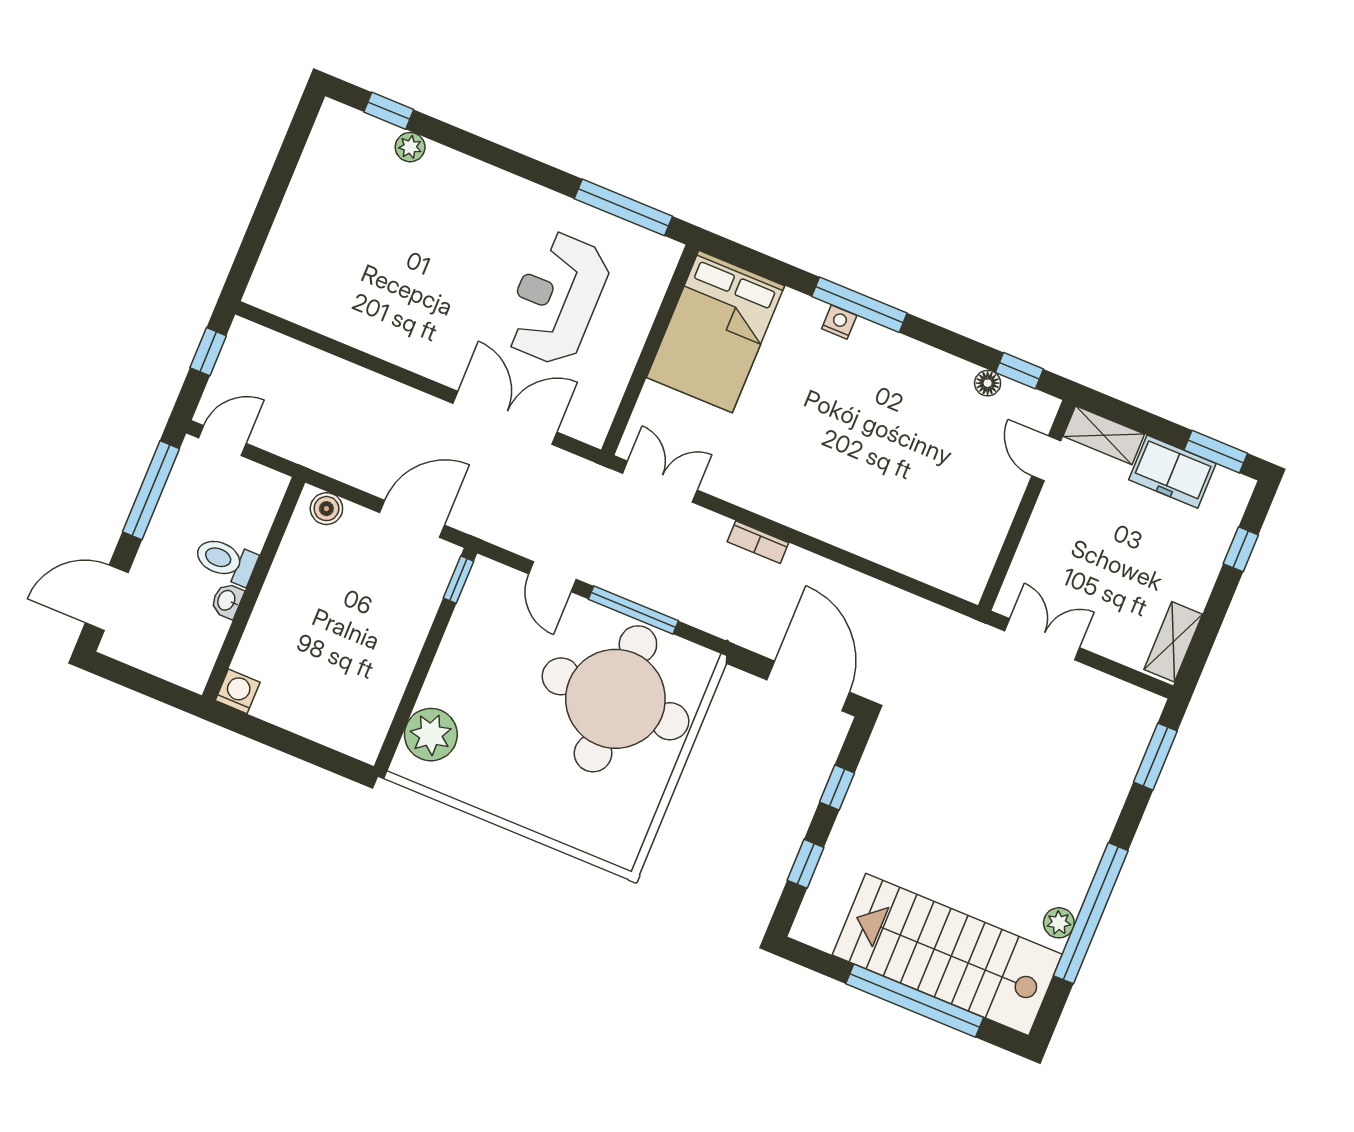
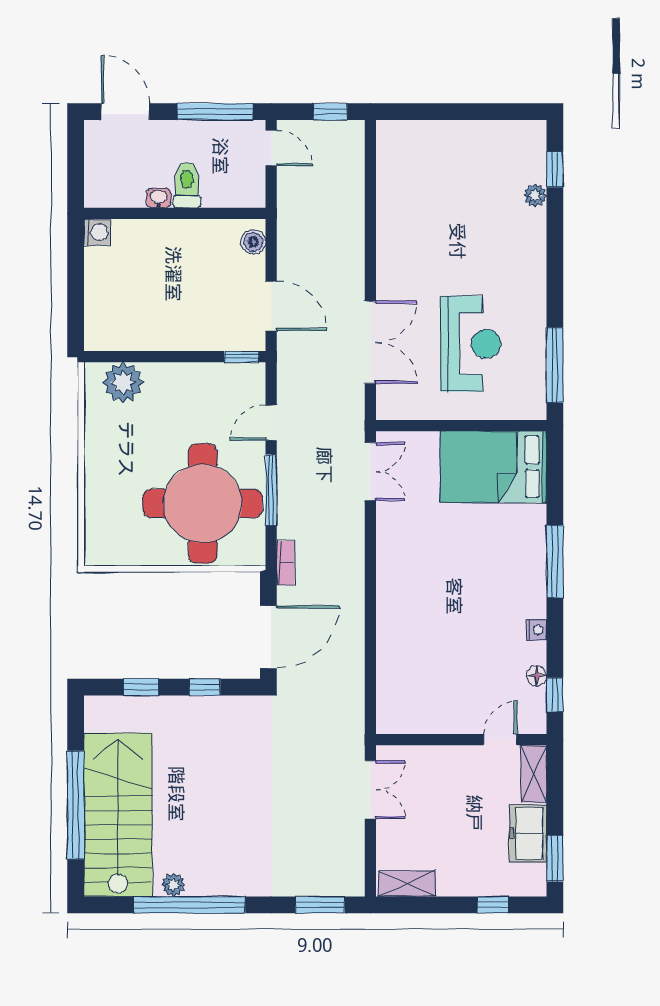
reception desk: (556, 298) -> (470, 344), turned 90
nightstand: (839, 322) -> (537, 630), moved
bookcase: (758, 542) -> (286, 563), moved, turned 180

